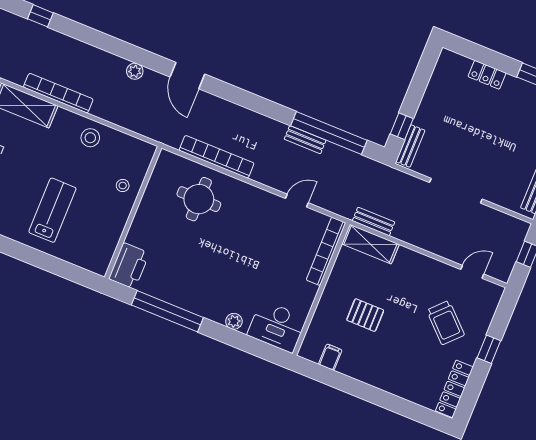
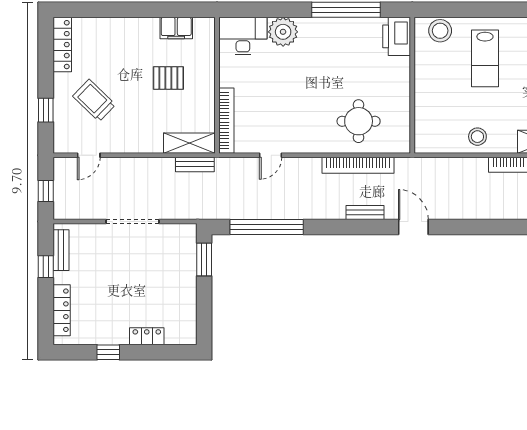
plant: (135, 71) -> (462, 212), removed
window: (402, 126) -> (204, 259), width x1.50
bench: (305, 140) -> (365, 213), moved
bench: (410, 146) -> (189, 245), removed
stool: (123, 186) -> (440, 31), moved, width x1.89, depth x1.89
plant: (234, 321) -> (283, 32), width x1.87, depth x1.87
window: (489, 349) -> (46, 110), moved
filing cabinet: (330, 357) -> (176, 28), width x2.00

